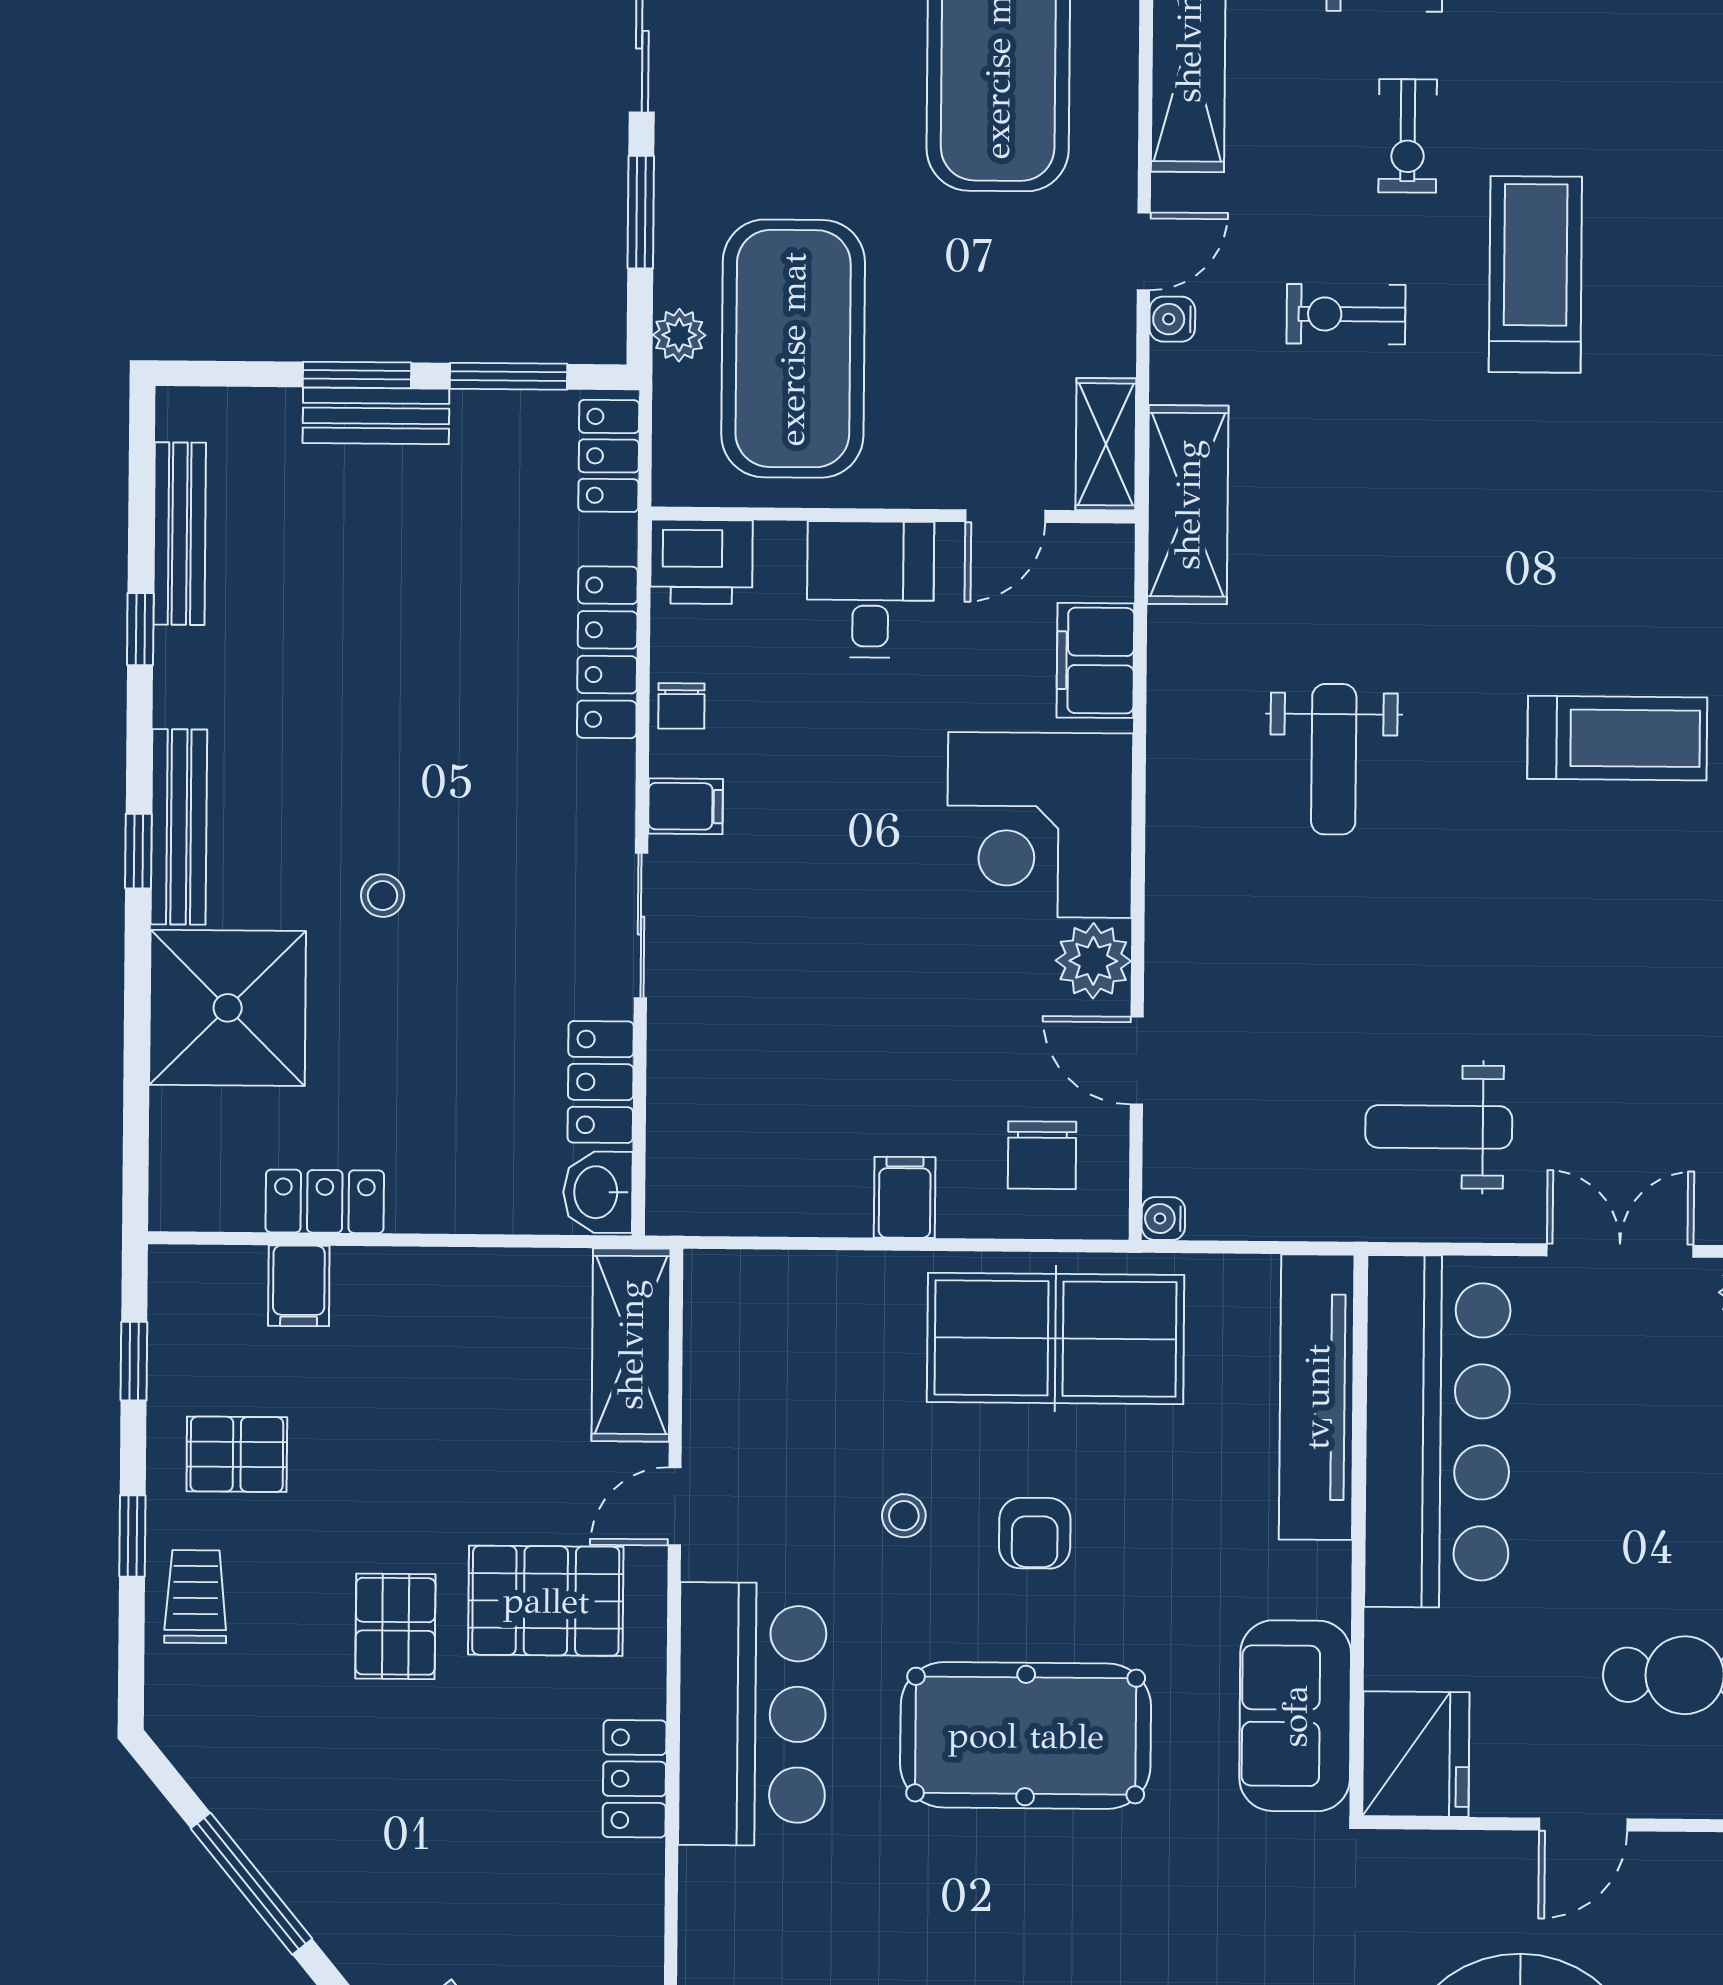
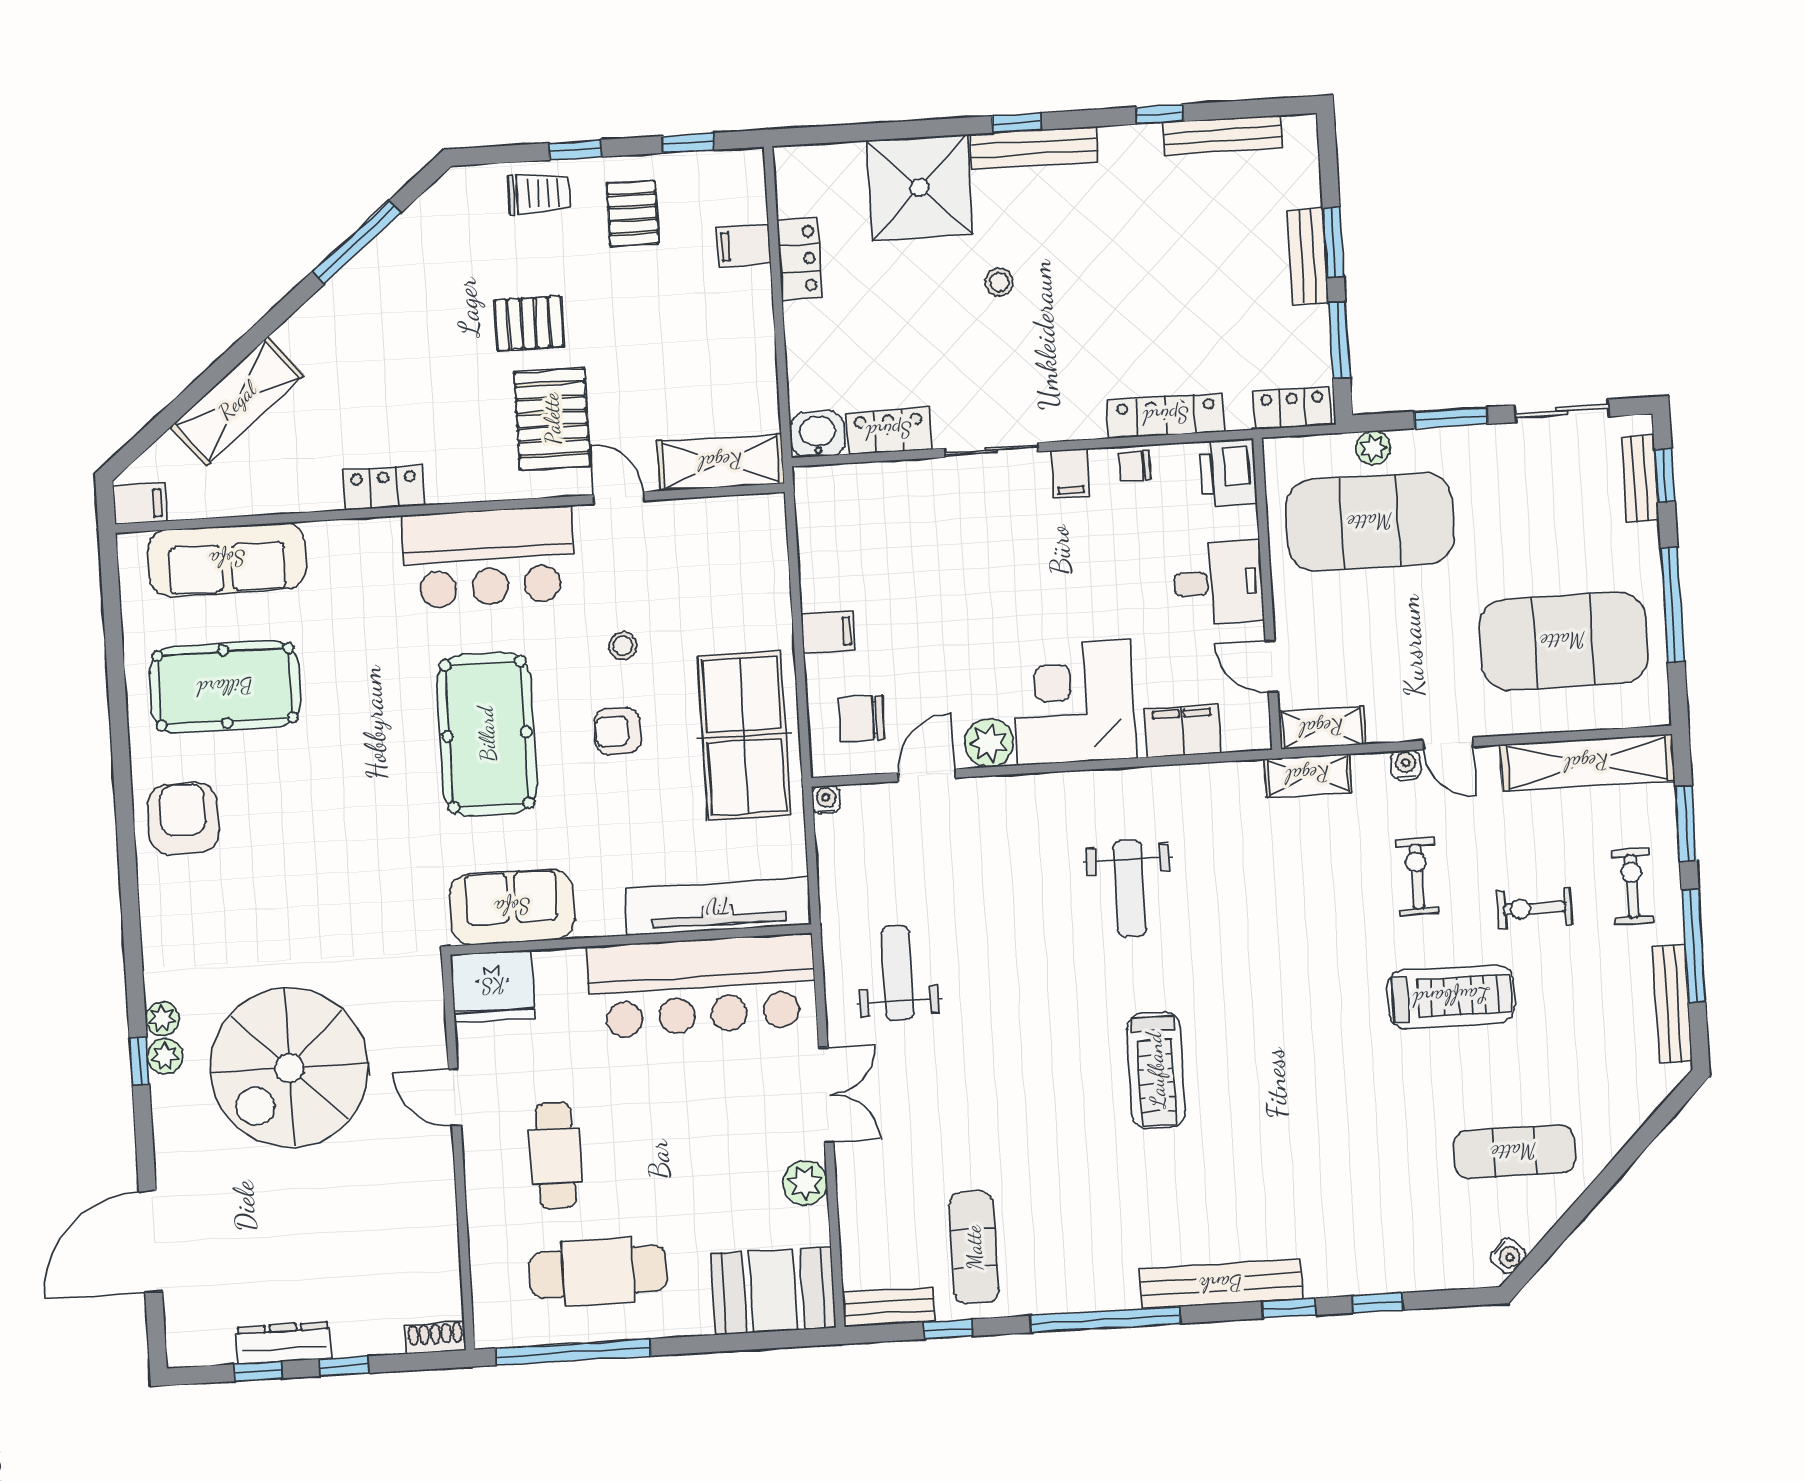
shelving: (1188, 505) -> (1308, 775), width x0.67, depth x0.75
weight bench: (1334, 759) -> (1130, 889), turned -90
locker: (635, 1779) -> (384, 488), moved

